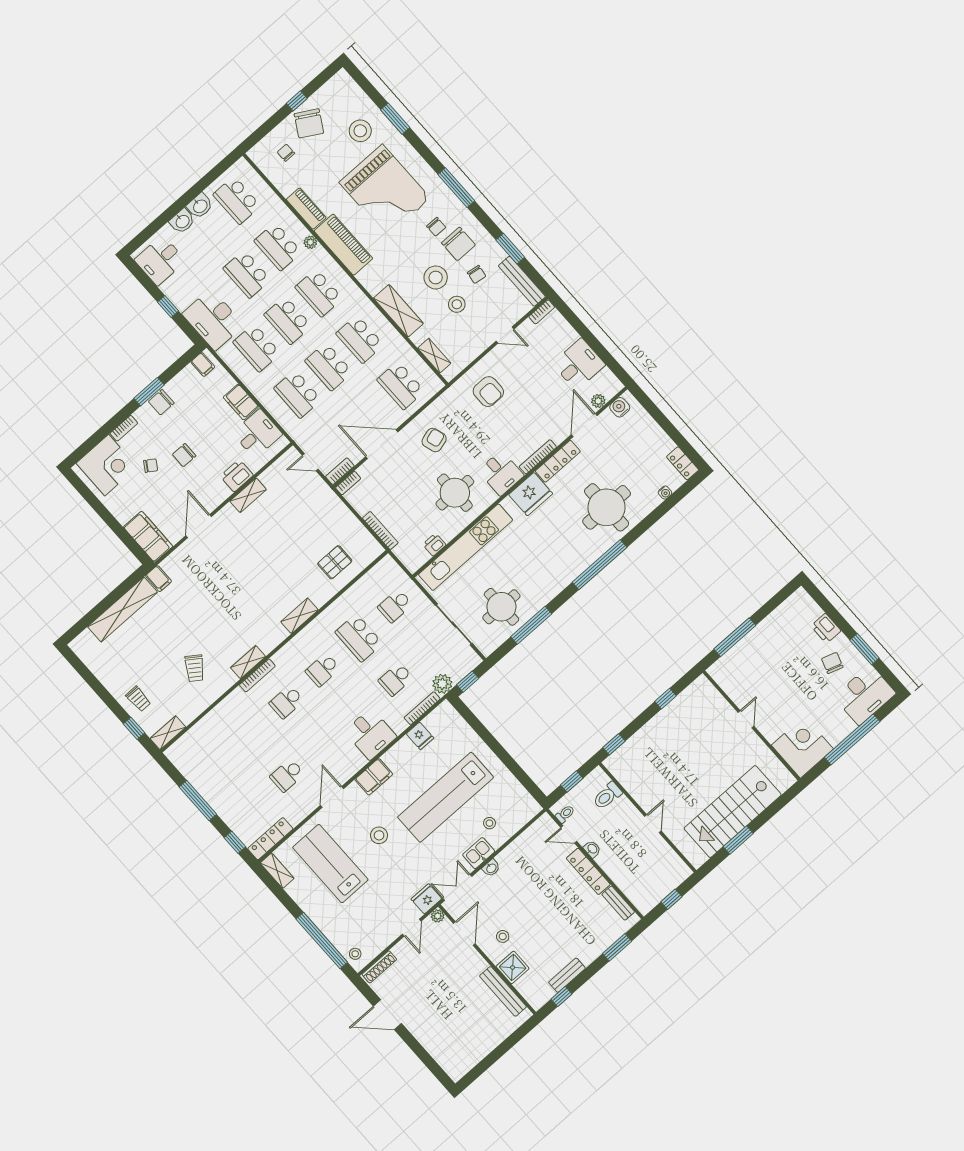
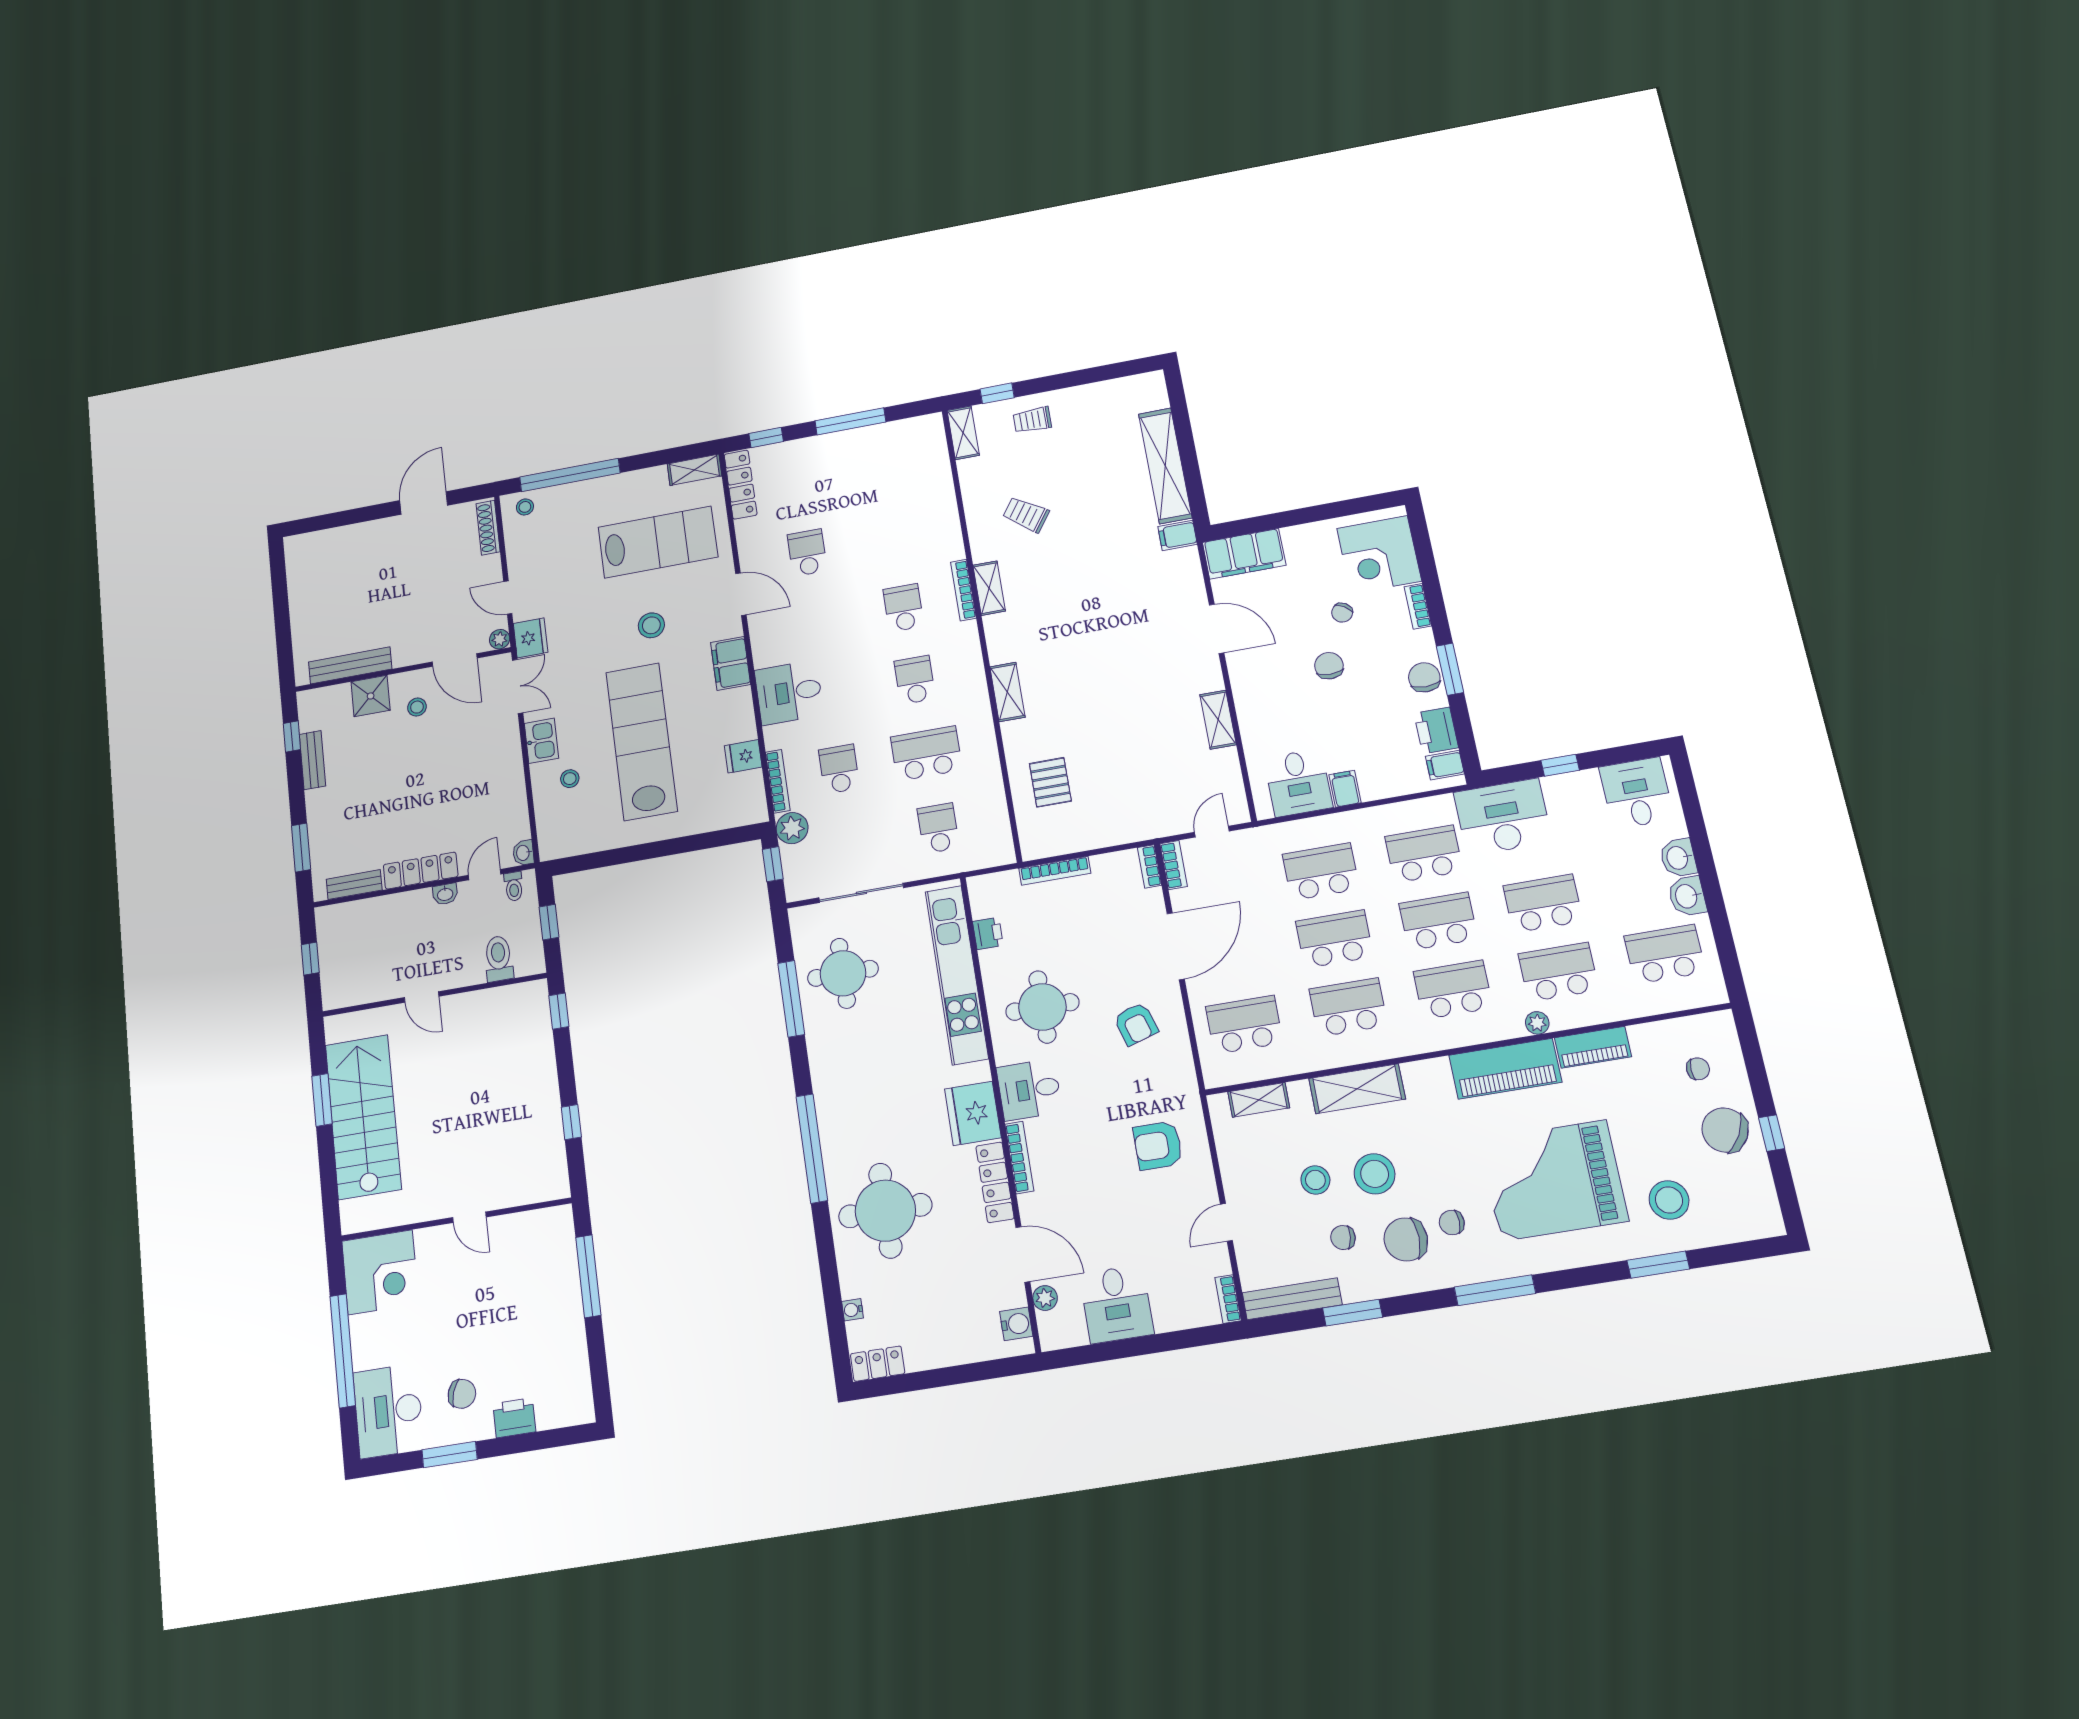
filing cabinet: (241, 402) -> (1345, 789), width x0.50
printer: (237, 476) -> (1436, 730), moved, turned 180
washbasin: (491, 868) -> (523, 853), moved

